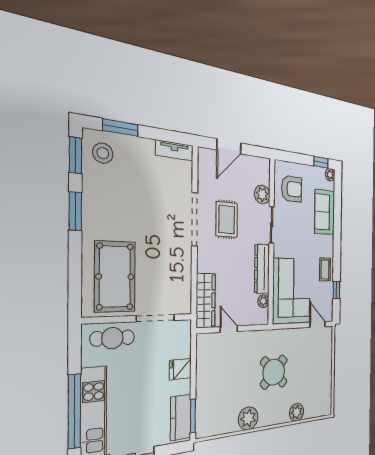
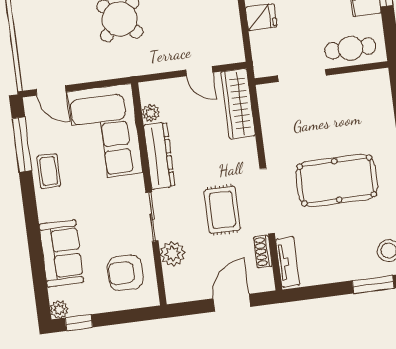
tv unit: (174, 150) -> (288, 262), moved, turned 90
shoe rack: (203, 180) -> (263, 251), added
pool table: (115, 277) -> (337, 180), moved, turned 90
window: (336, 290) -> (22, 144), width x2.17

